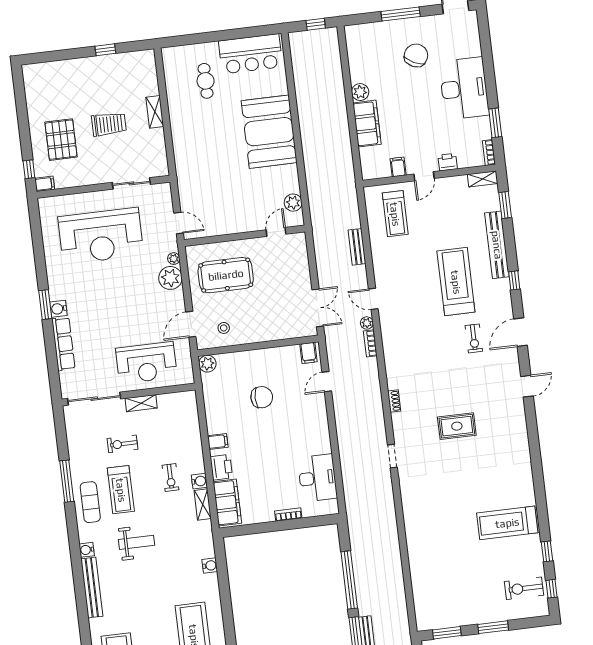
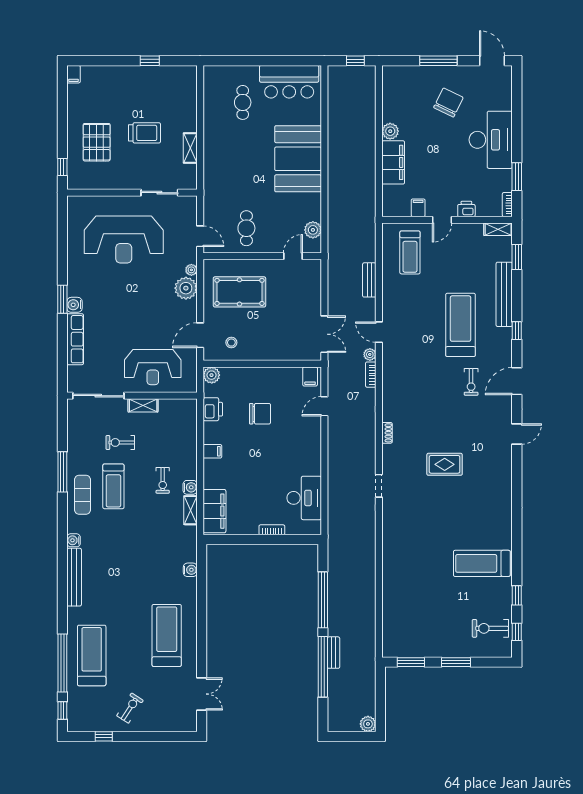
shelving: (155, 112) -> (190, 148), moved
filing cabinet: (45, 184) -> (74, 74), moved, turned 90
cafe table: (225, 209) -> (246, 228), added
printer: (221, 467) -> (213, 409), moved
weight bench: (137, 542) -> (122, 539), removed

